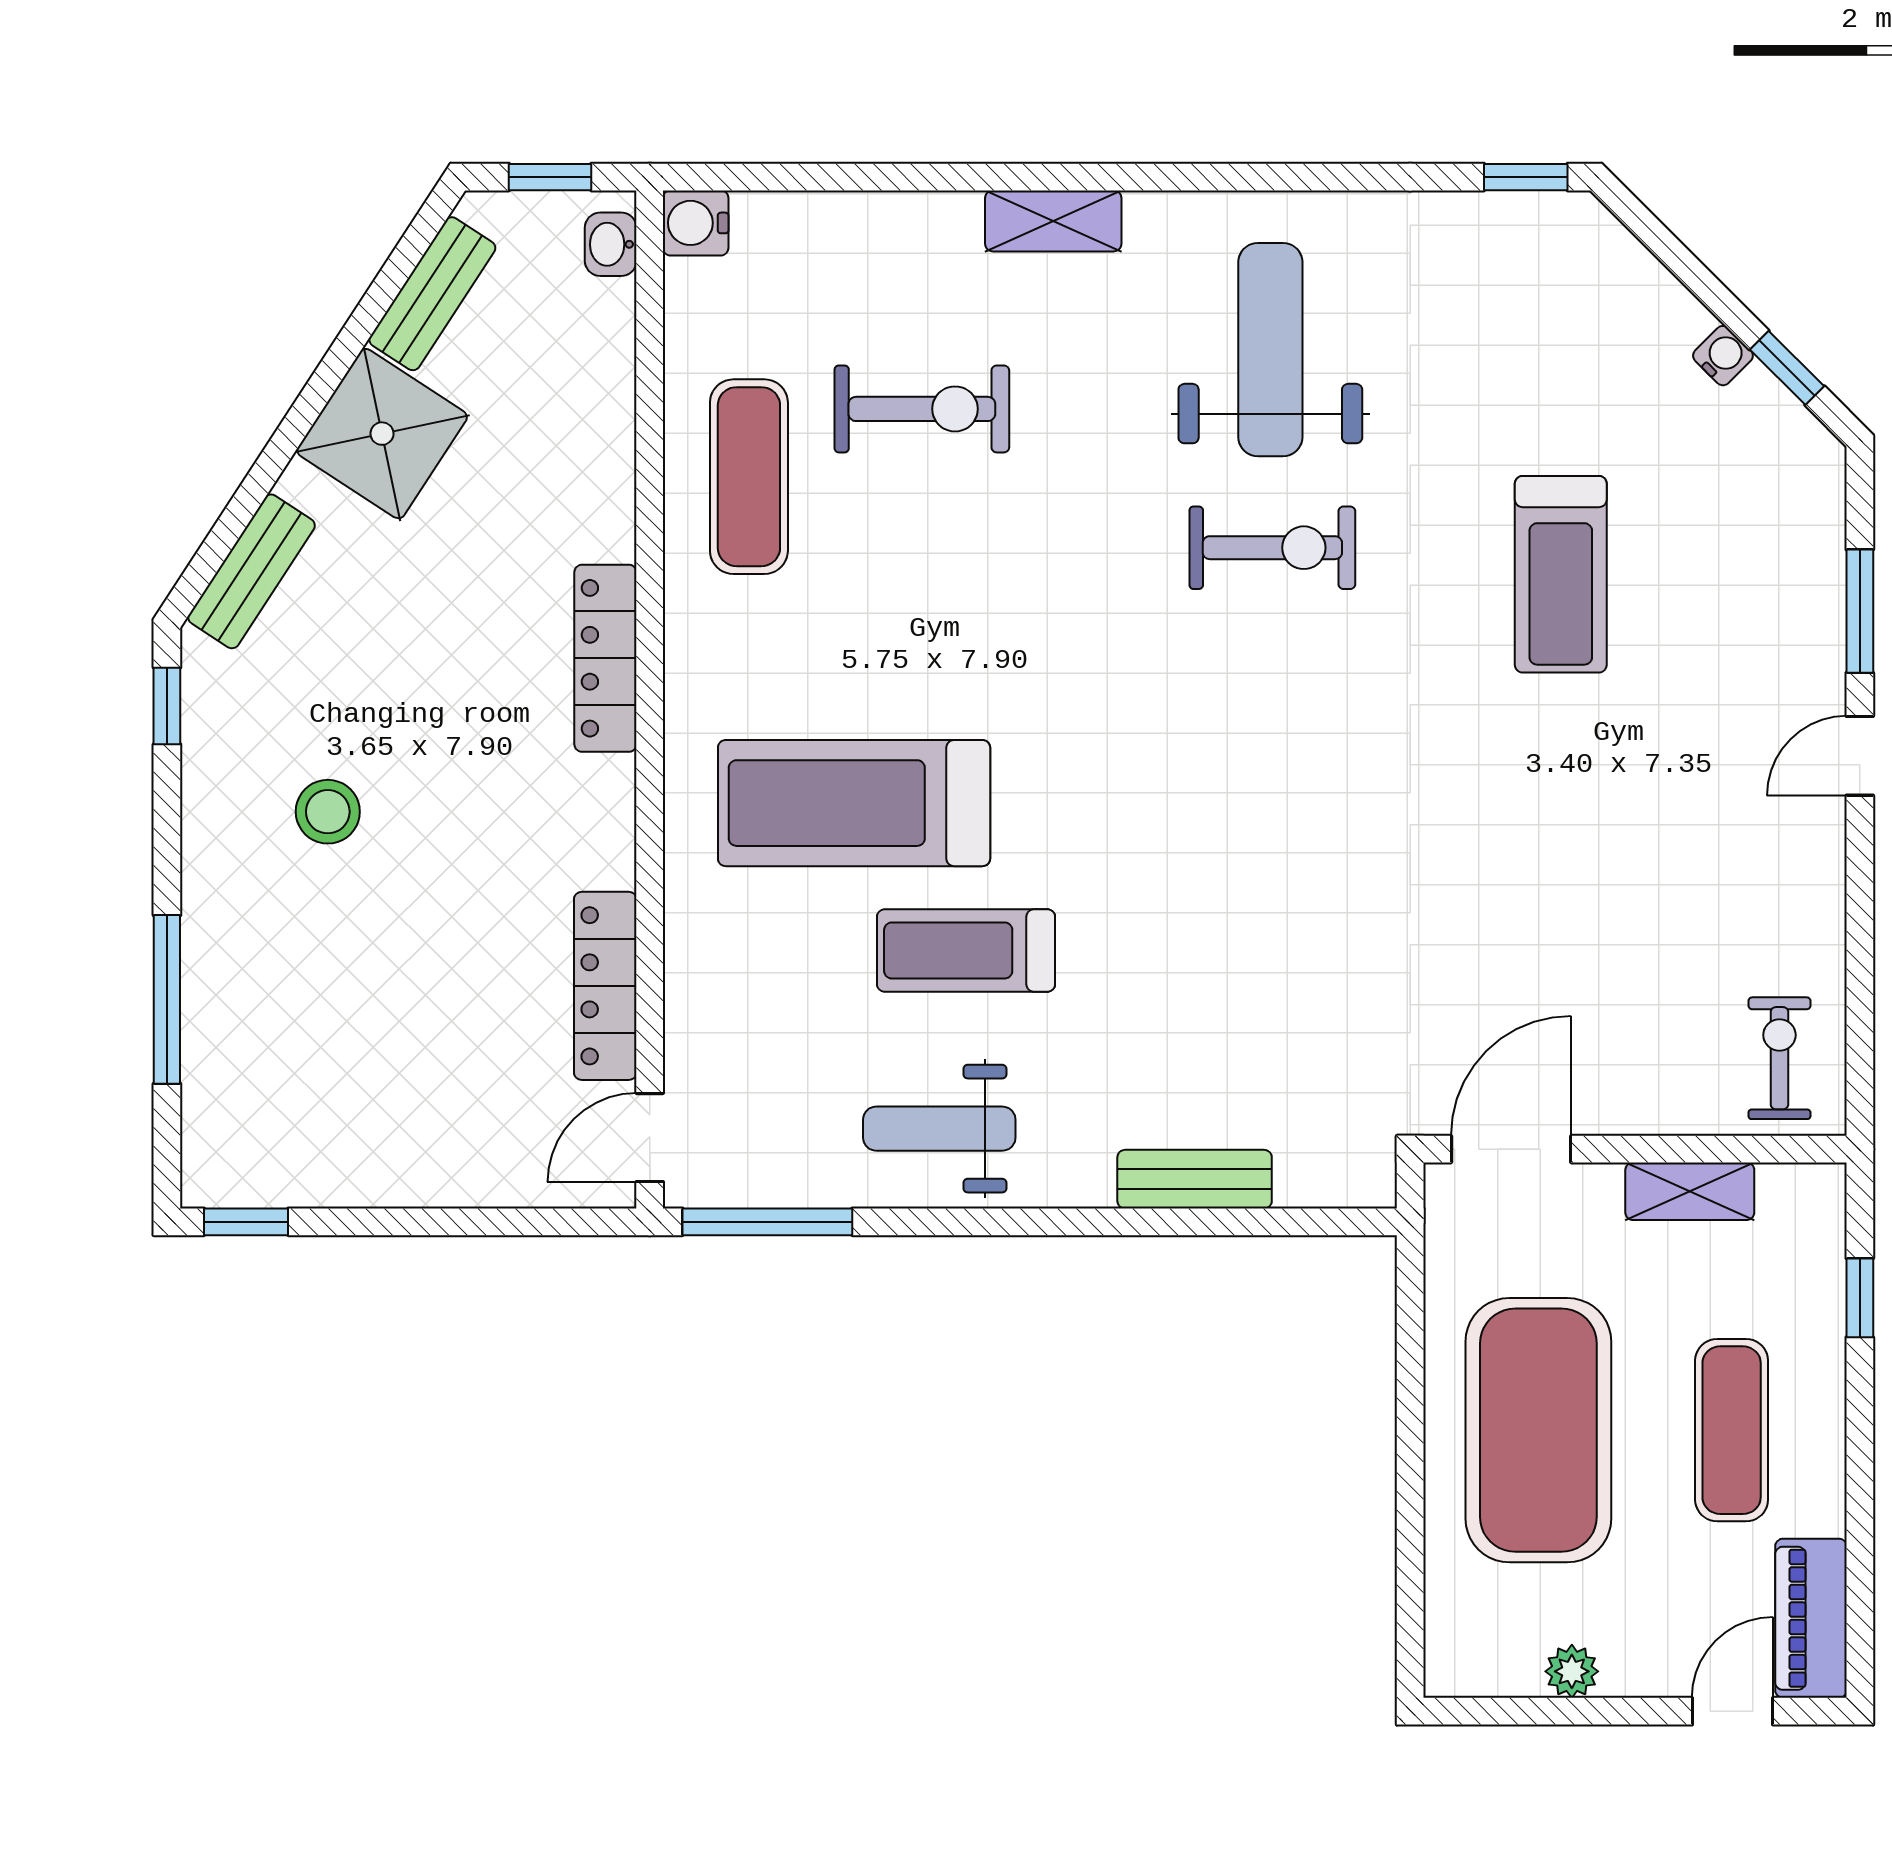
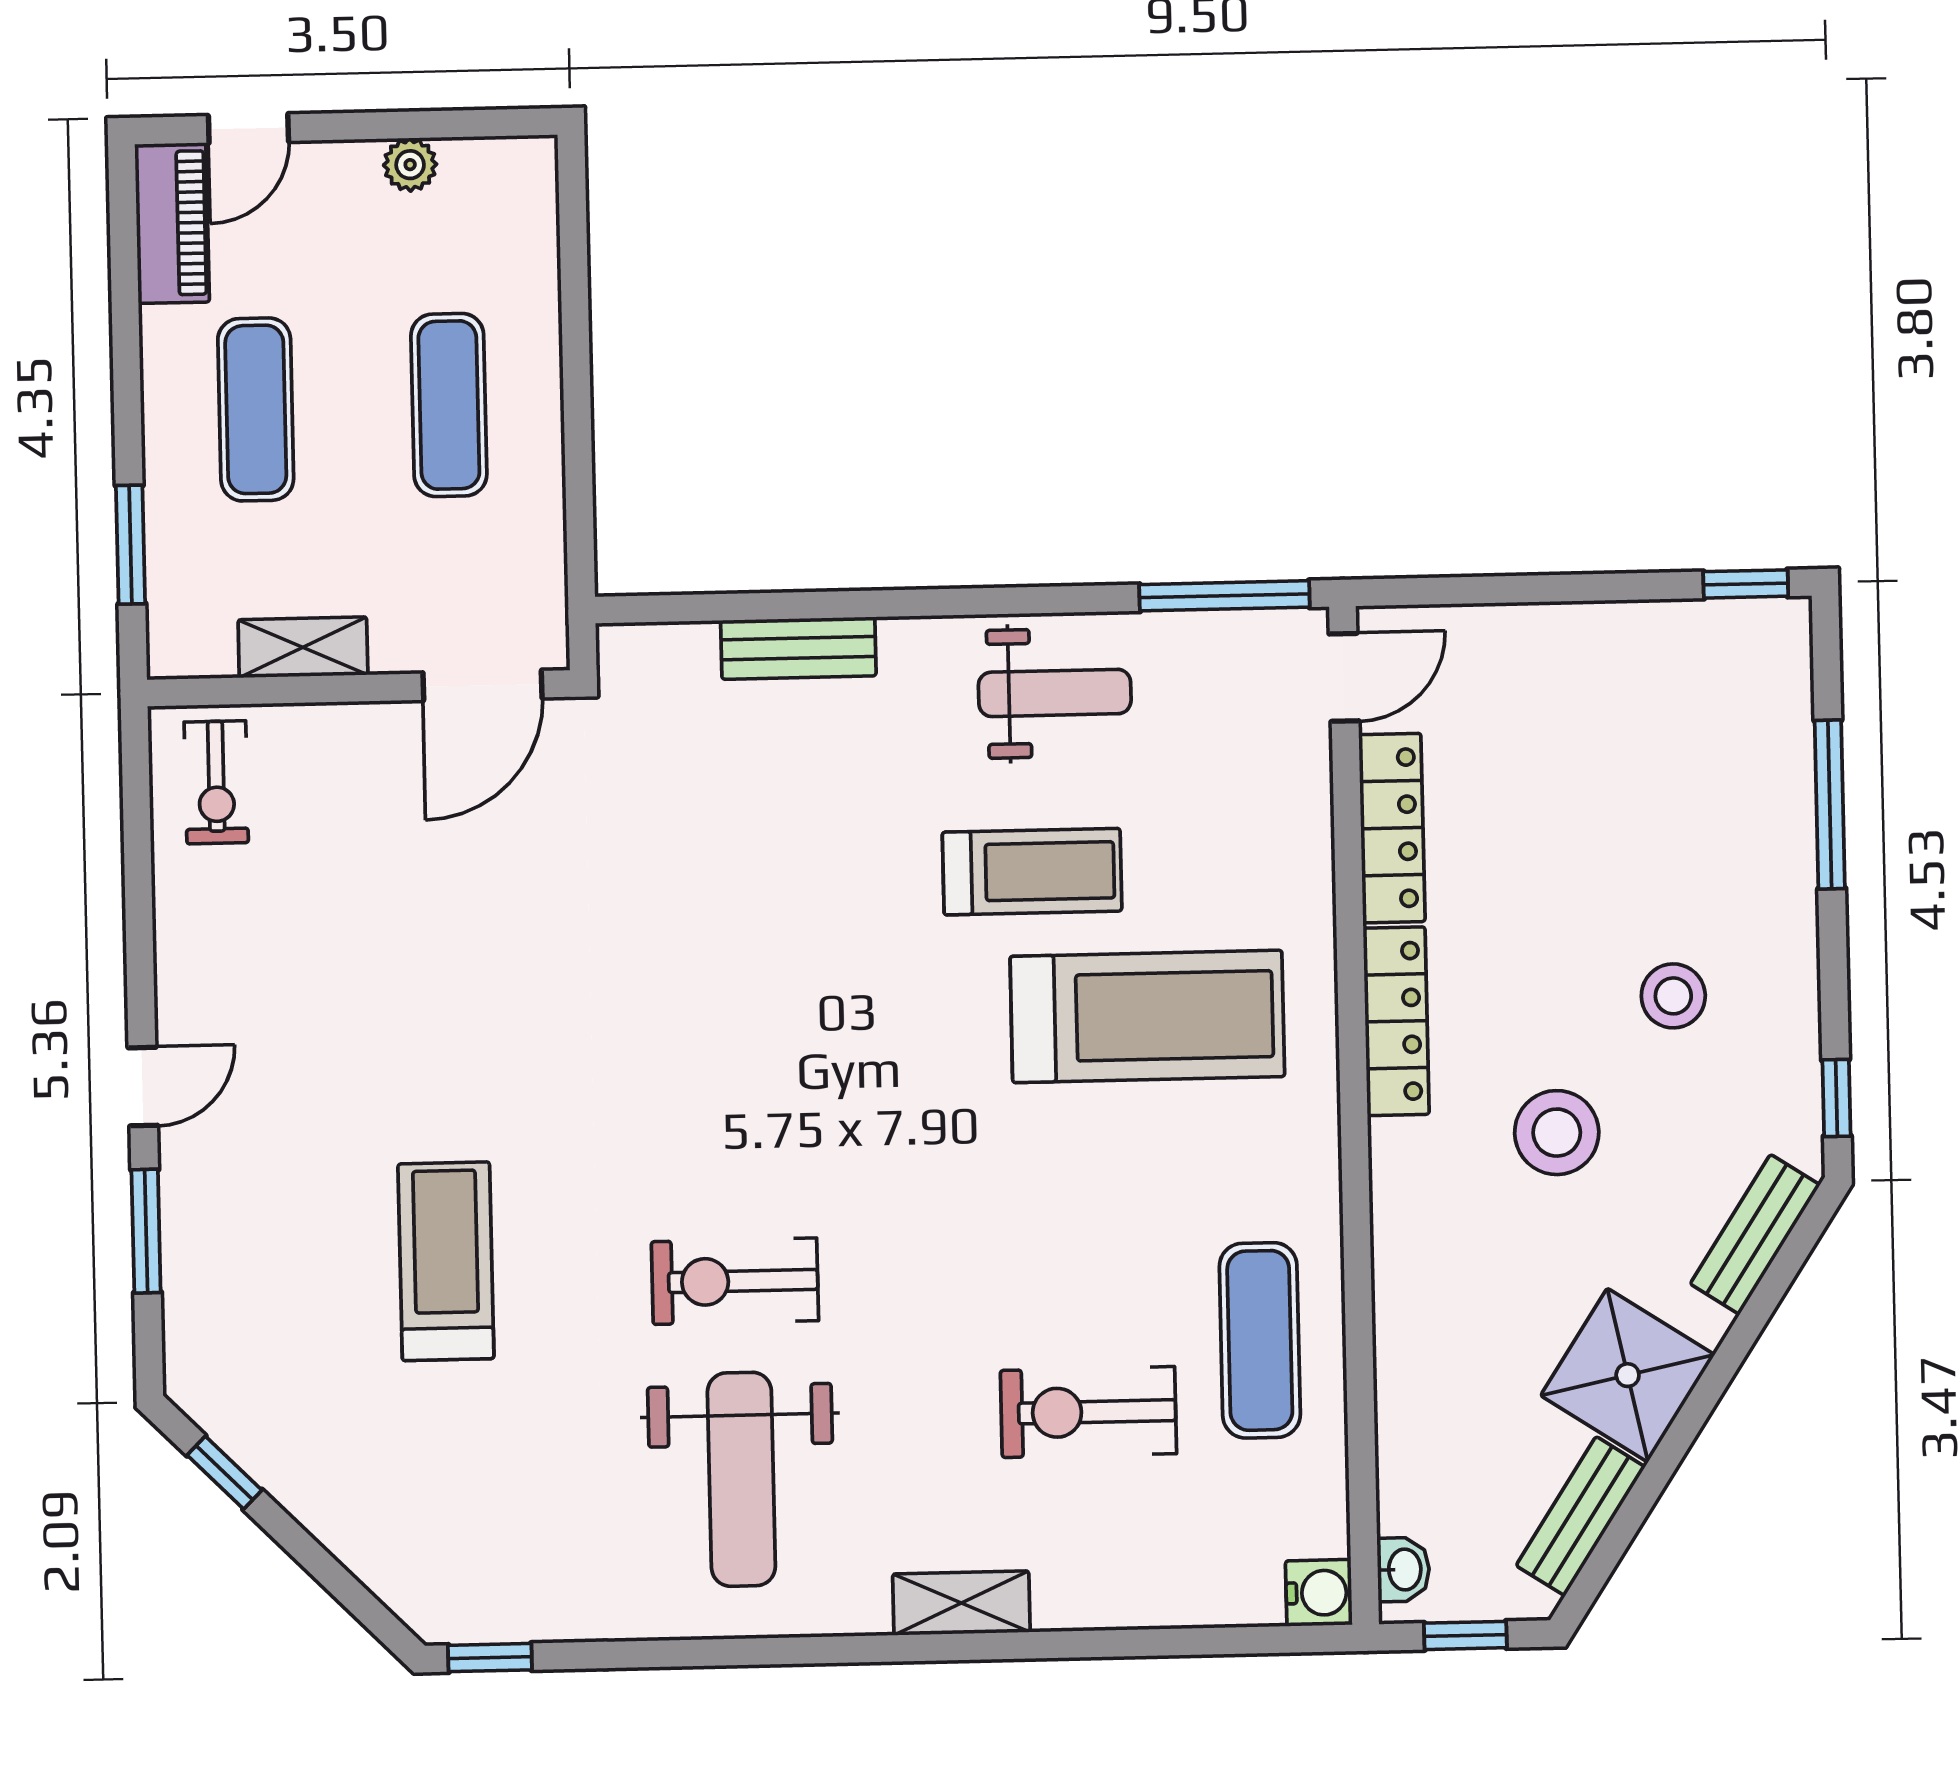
water cooler: (1723, 356) -> (289, 1484), removed
locker: (605, 658) -> (1396, 1021), moved
stool: (447, 678) -> (1557, 1133), added
window: (1860, 1298) -> (131, 545), width x1.50
exercise mat: (1538, 1430) -> (449, 405), width x0.50, depth x0.69

